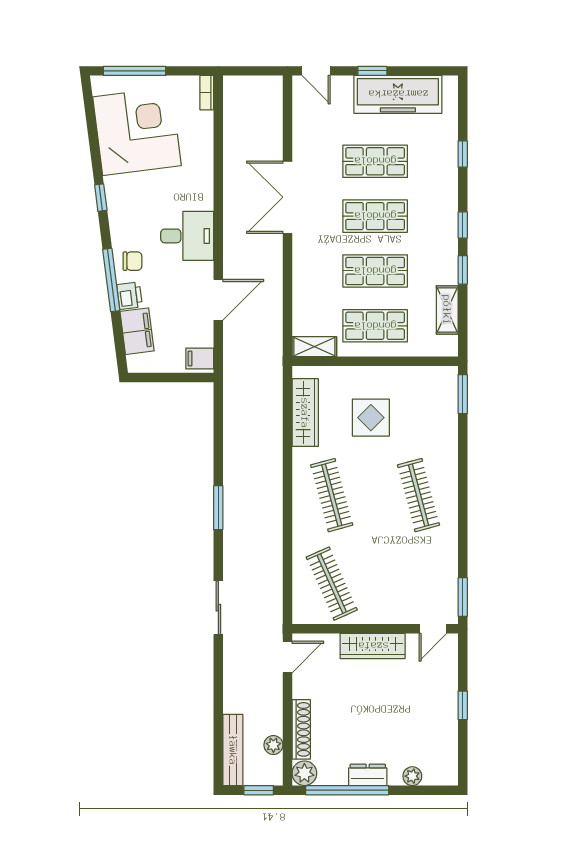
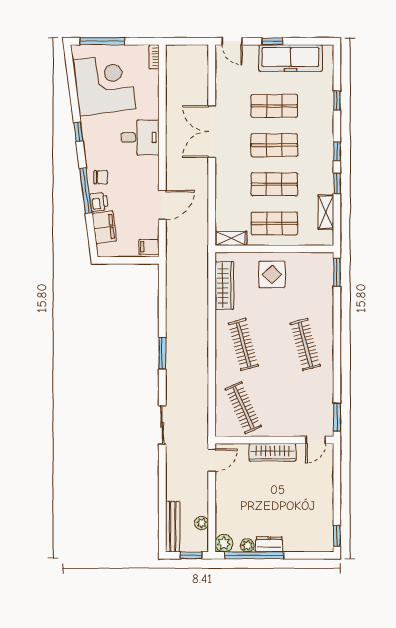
desk: (187, 236) -> (140, 137), moved
display table: (371, 418) -> (272, 274), moved
window: (463, 705) -> (337, 536), moved
shoe rack: (301, 729) -> (222, 512), removed
plant: (412, 776) -> (247, 545), moved

